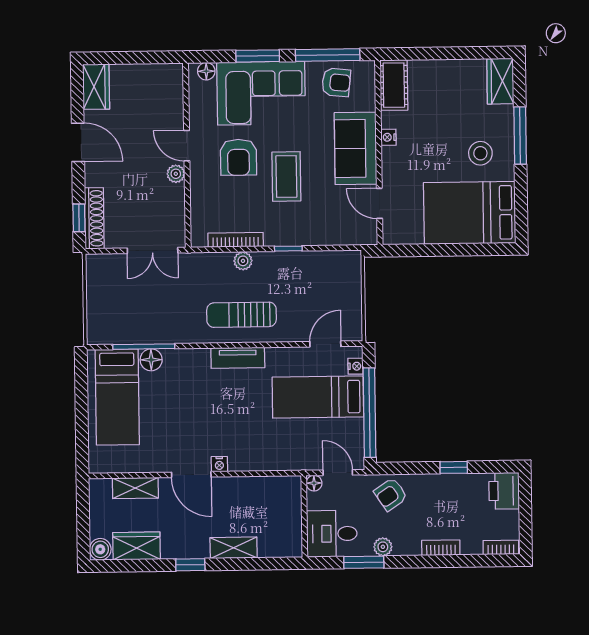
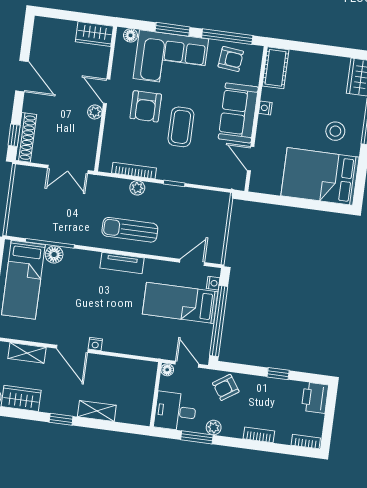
wardrobe: (96, 87) -> (94, 34), moved, turned 90

